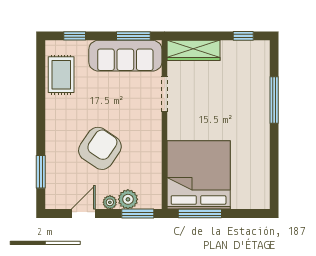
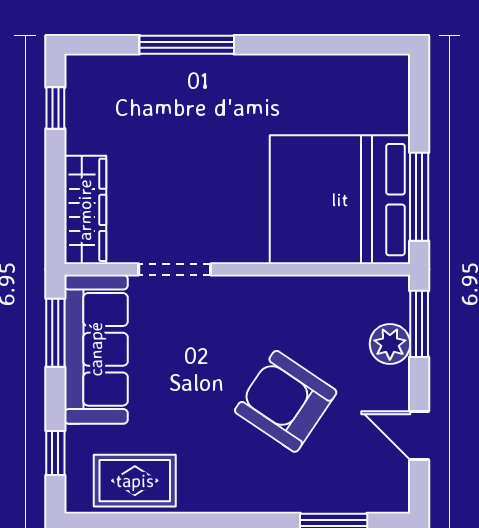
plant: (110, 202) -> (396, 381), removed

